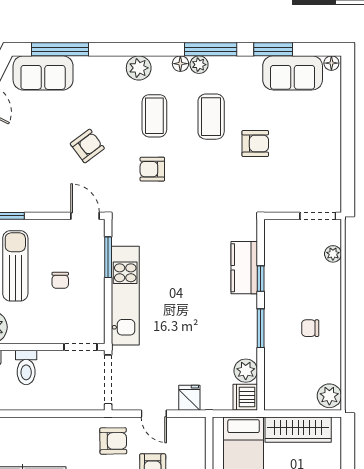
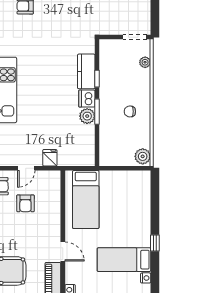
plant: (246, 371) -> (87, 116), moved
dishwasher: (245, 397) -> (87, 99), moved
door: (154, 414) -> (26, 168), hinge flipped
wardrobe: (298, 430) -> (122, 179), removed

